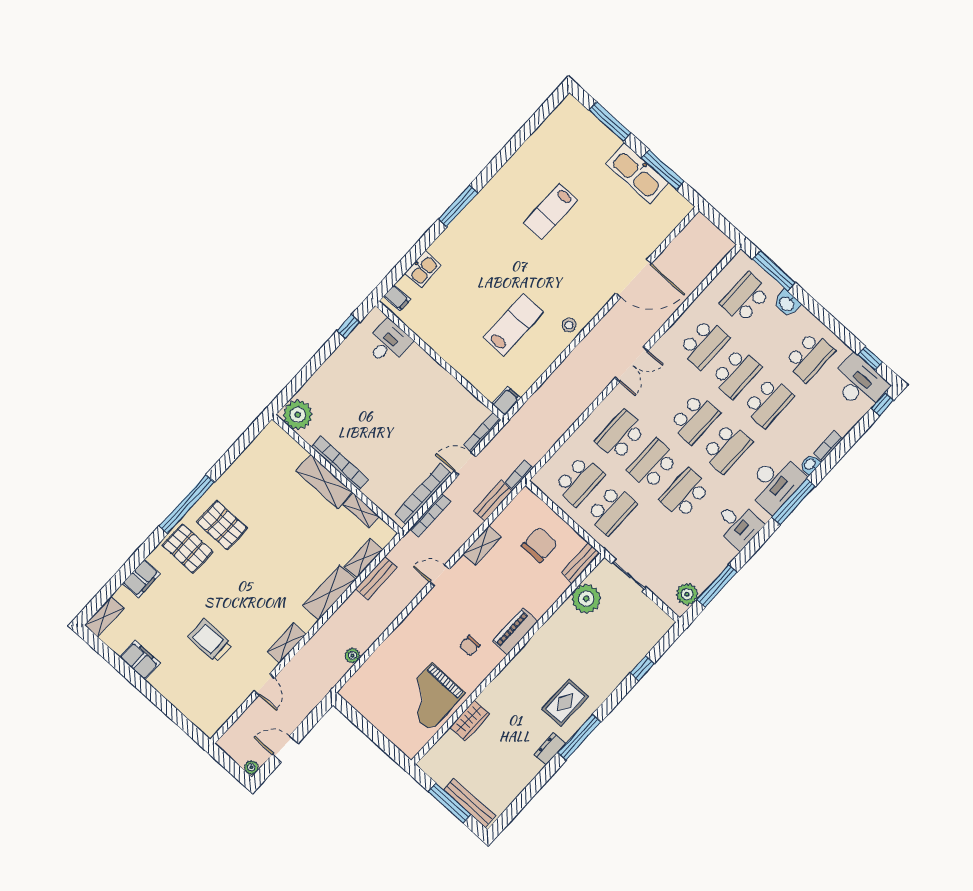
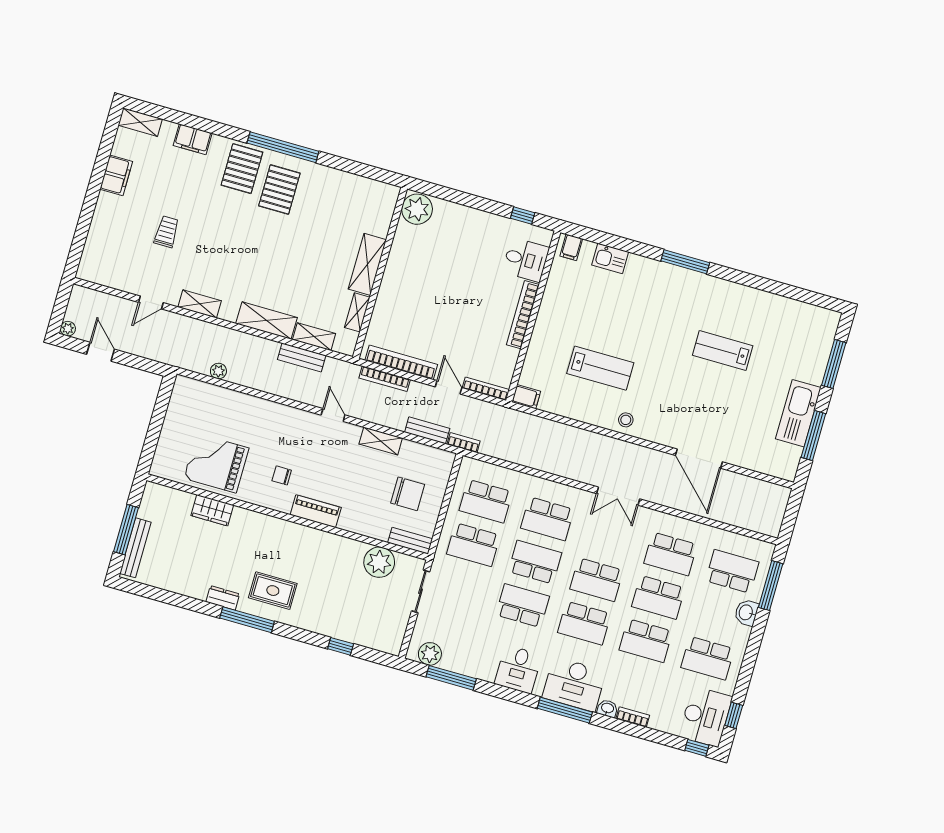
school desk: (621, 435) -> (547, 519), turned 180
bookcase: (340, 463) -> (523, 315), moved, turned 180
trolley: (210, 641) -> (167, 232), width x0.73, depth x0.72

